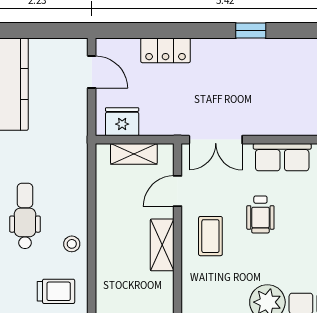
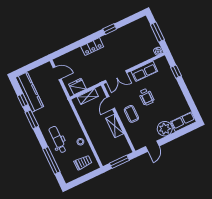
locker: (166, 50) -> (92, 47), moved

